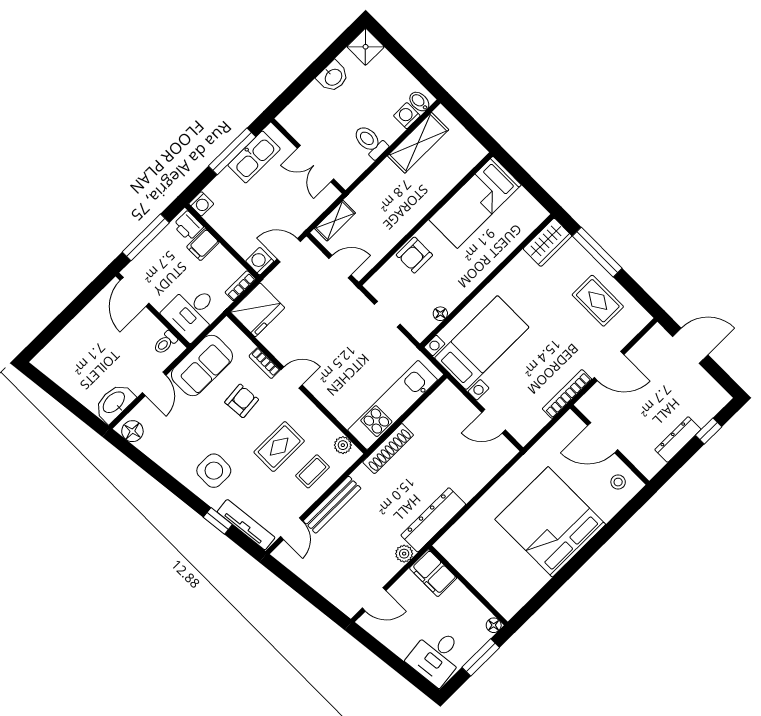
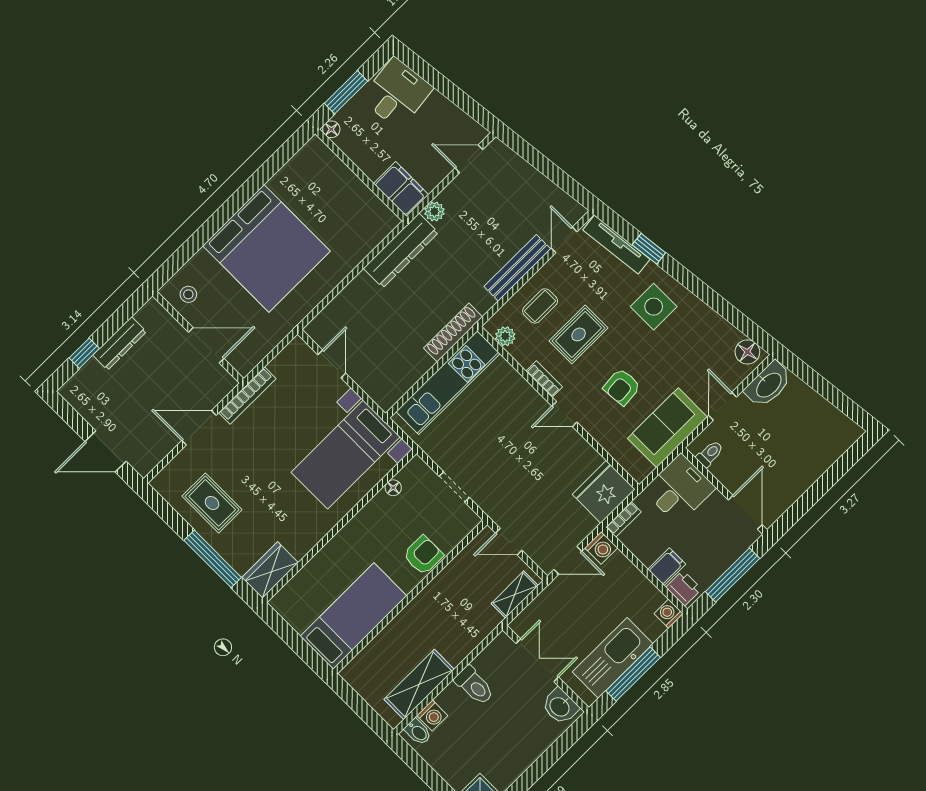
washbasin: (333, 77) -> (560, 706), moved, turned -90
kitchen sink: (254, 157) -> (613, 658), width x1.36, depth x1.24
bookcase: (264, 363) -> (544, 379), moved
door: (494, 421) -> (332, 364), hinge flipped

